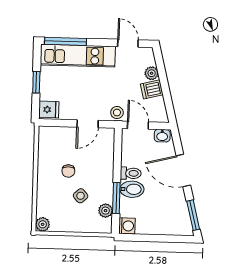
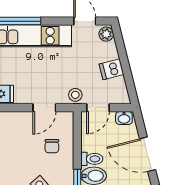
plant: (152, 73) -> (106, 34), moved
door: (138, 125) -> (98, 108), swing flipped
chair: (68, 171) -> (52, 146), moved

